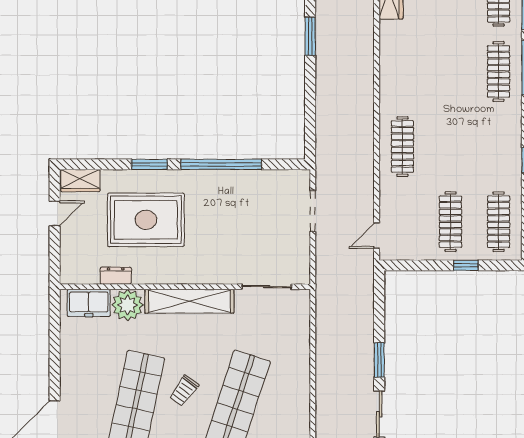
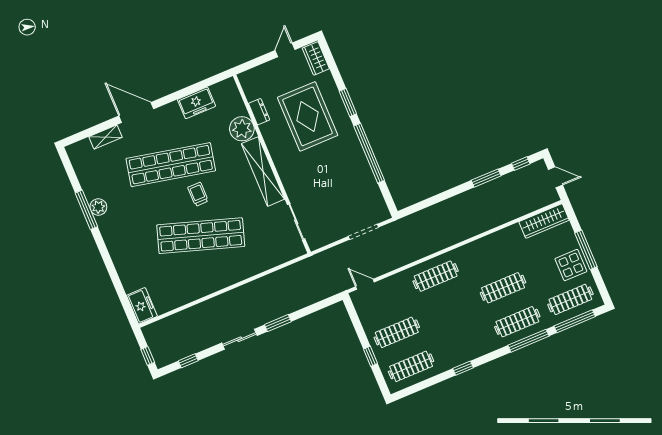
clothes rail: (450, 71) -> (503, 288), added
door: (55, 213) -> (285, 50), swing flipped
freezer: (89, 303) -> (196, 103), moved, turned -90
trolley: (184, 391) -> (198, 194), turned 54

